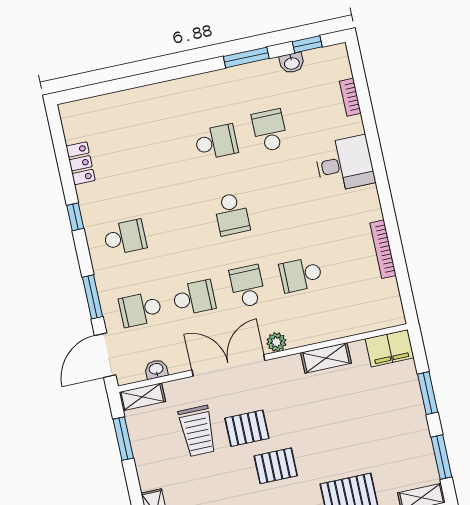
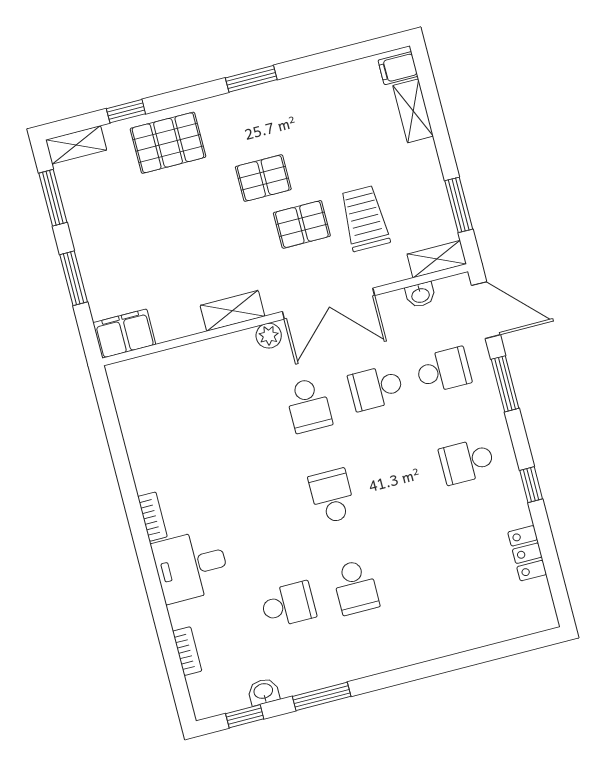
school desk: (270, 130) -> (288, 605), turned -90
school desk: (216, 142) -> (356, 587), turned -90
bookcase: (383, 249) -> (153, 517), moved, width x0.64
school desk: (301, 275) -> (241, 423), removed
door: (105, 355) -> (486, 310), hinge flipped
shelving: (326, 358) -> (232, 311), moved

